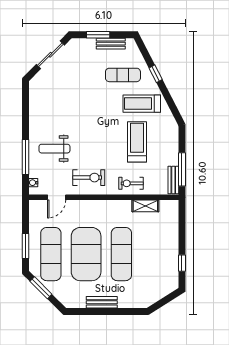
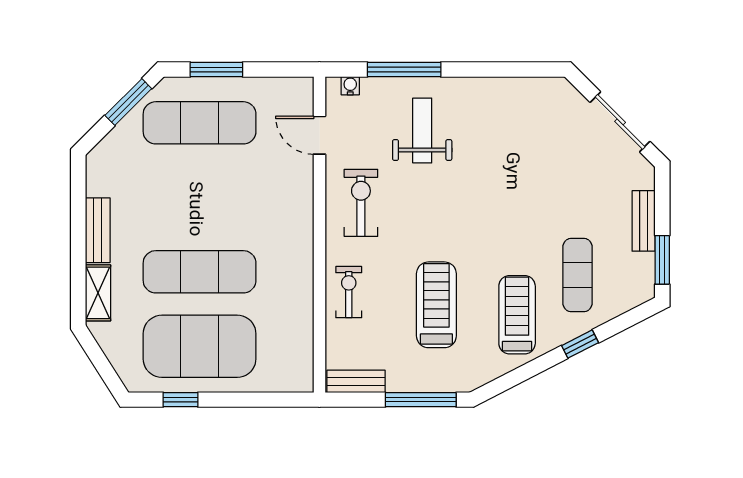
window: (98, 35) -> (662, 260), moved
bench: (111, 44) -> (644, 221), moved
treadmill: (137, 142) -> (436, 305), turned -90
window: (182, 169) -> (421, 400), moved
exercise bike: (89, 178) -> (361, 203), turned 180
shelving: (145, 206) -> (98, 293), moved
exercise mat: (86, 254) -> (200, 346), moved

